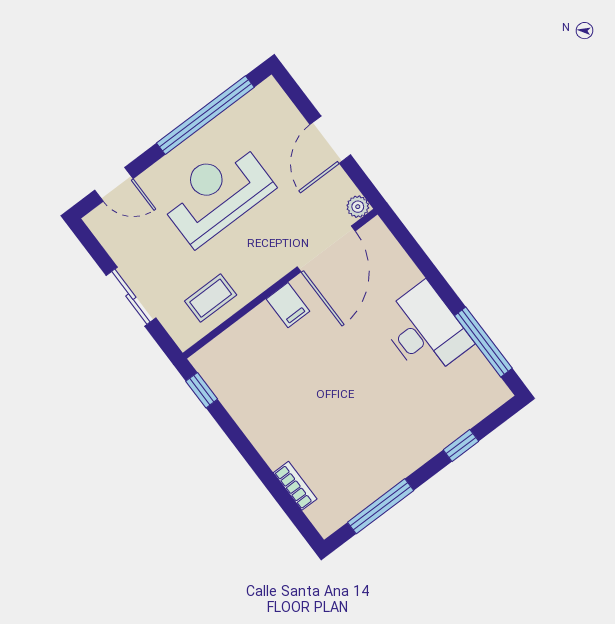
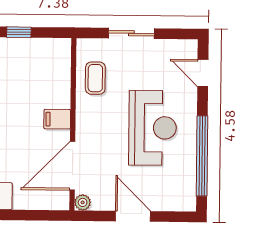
door: (114, 184) -> (203, 73), hinge flipped
door: (326, 249) -> (72, 166), hinge flipped
window: (202, 390) -> (19, 32), moved

